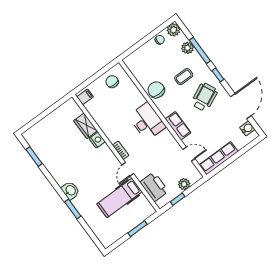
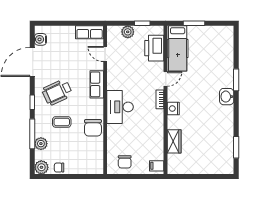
nightstand: (97, 140) -> (173, 109), moved
row of seats: (219, 158) -> (90, 32), width x0.68
hospital bed: (120, 198) -> (178, 48), moved, turned 90

